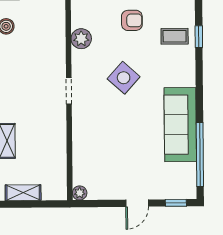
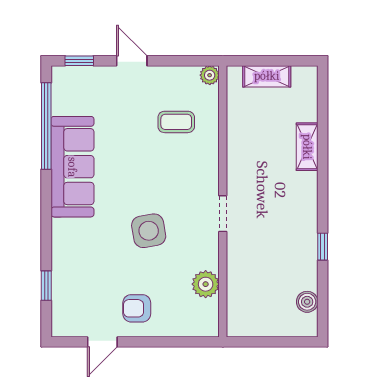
coffee table: (175, 36) -> (176, 122), moved
side table: (124, 78) -> (149, 231), turned 38
shelving: (23, 193) -> (267, 76), moved
door: (137, 203) -> (132, 61), hinge flipped

